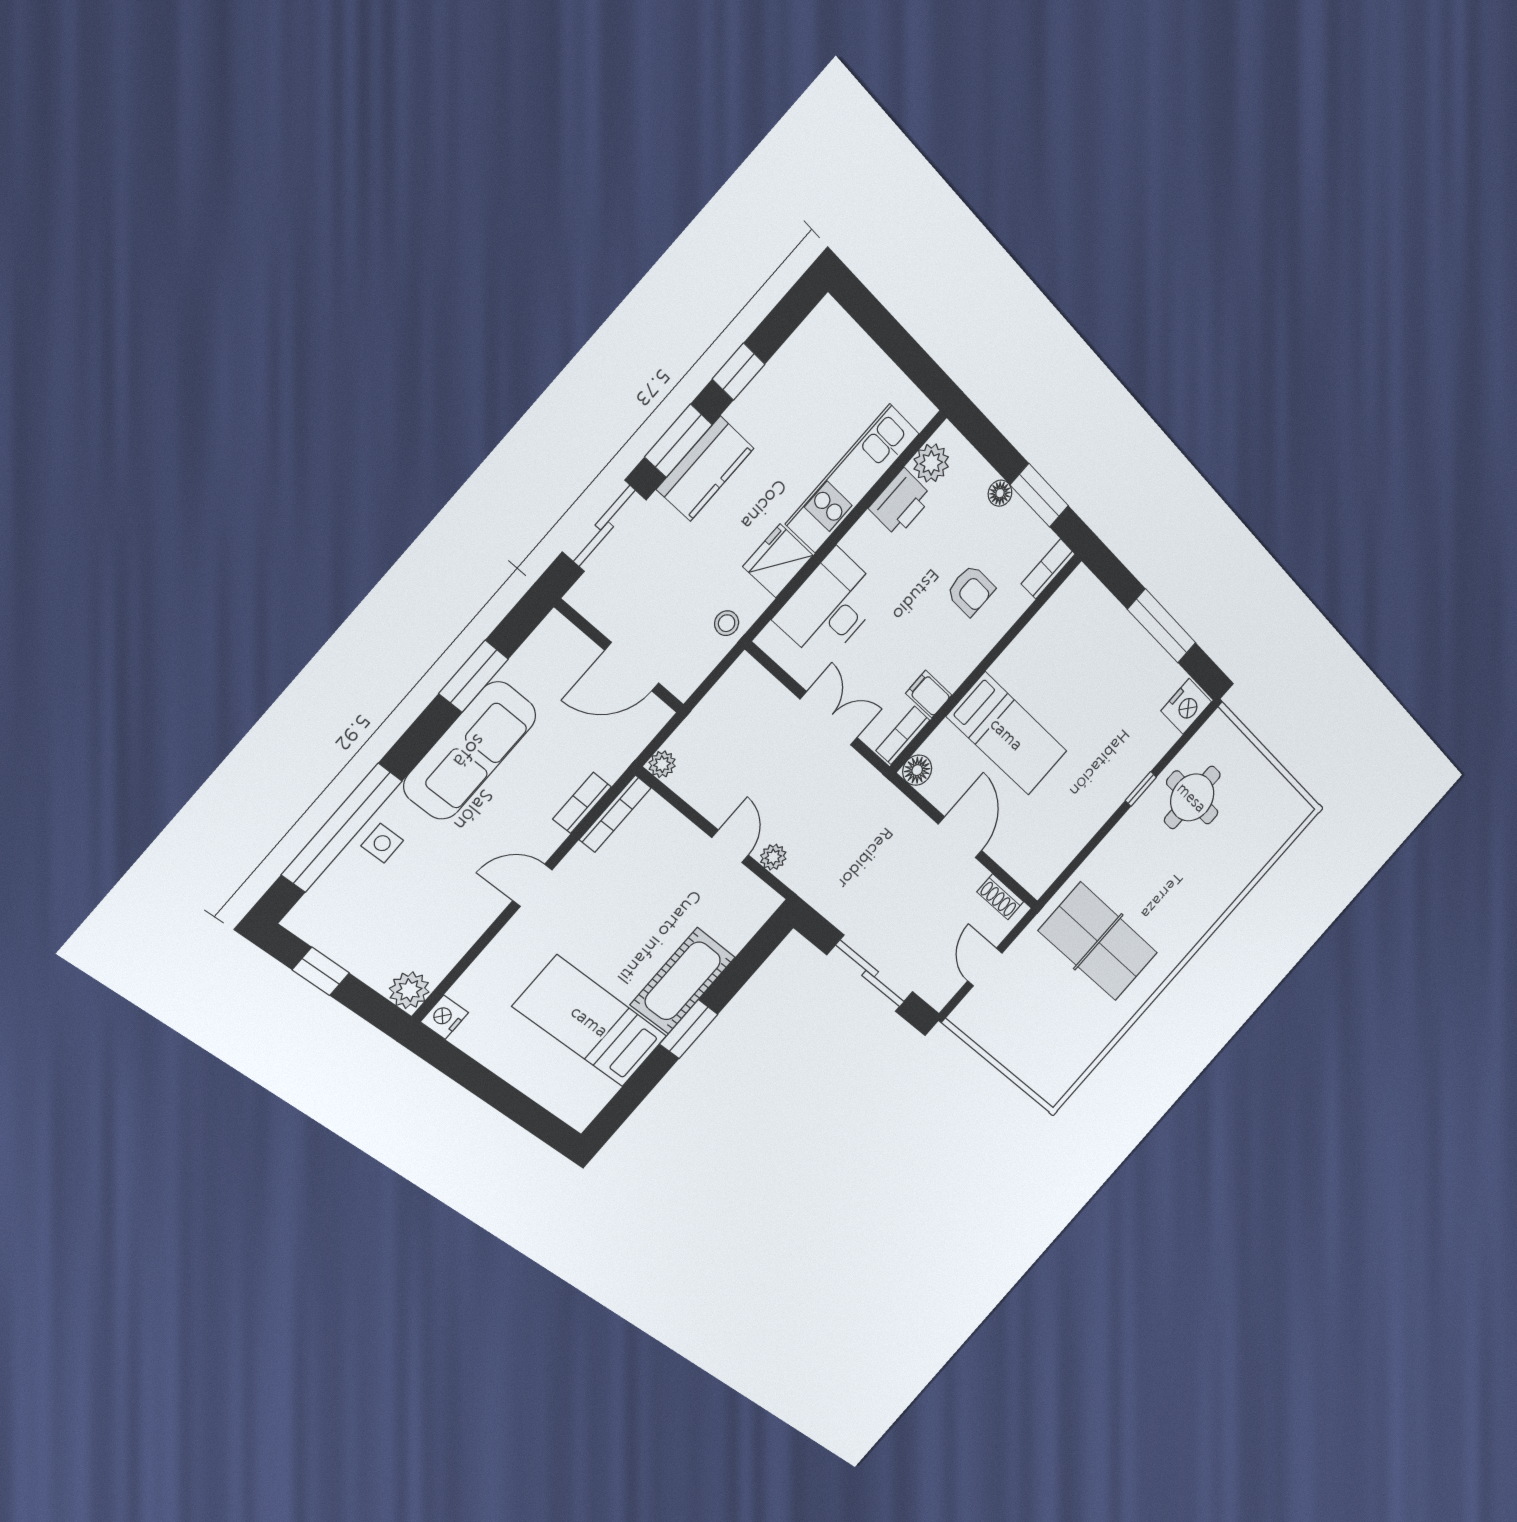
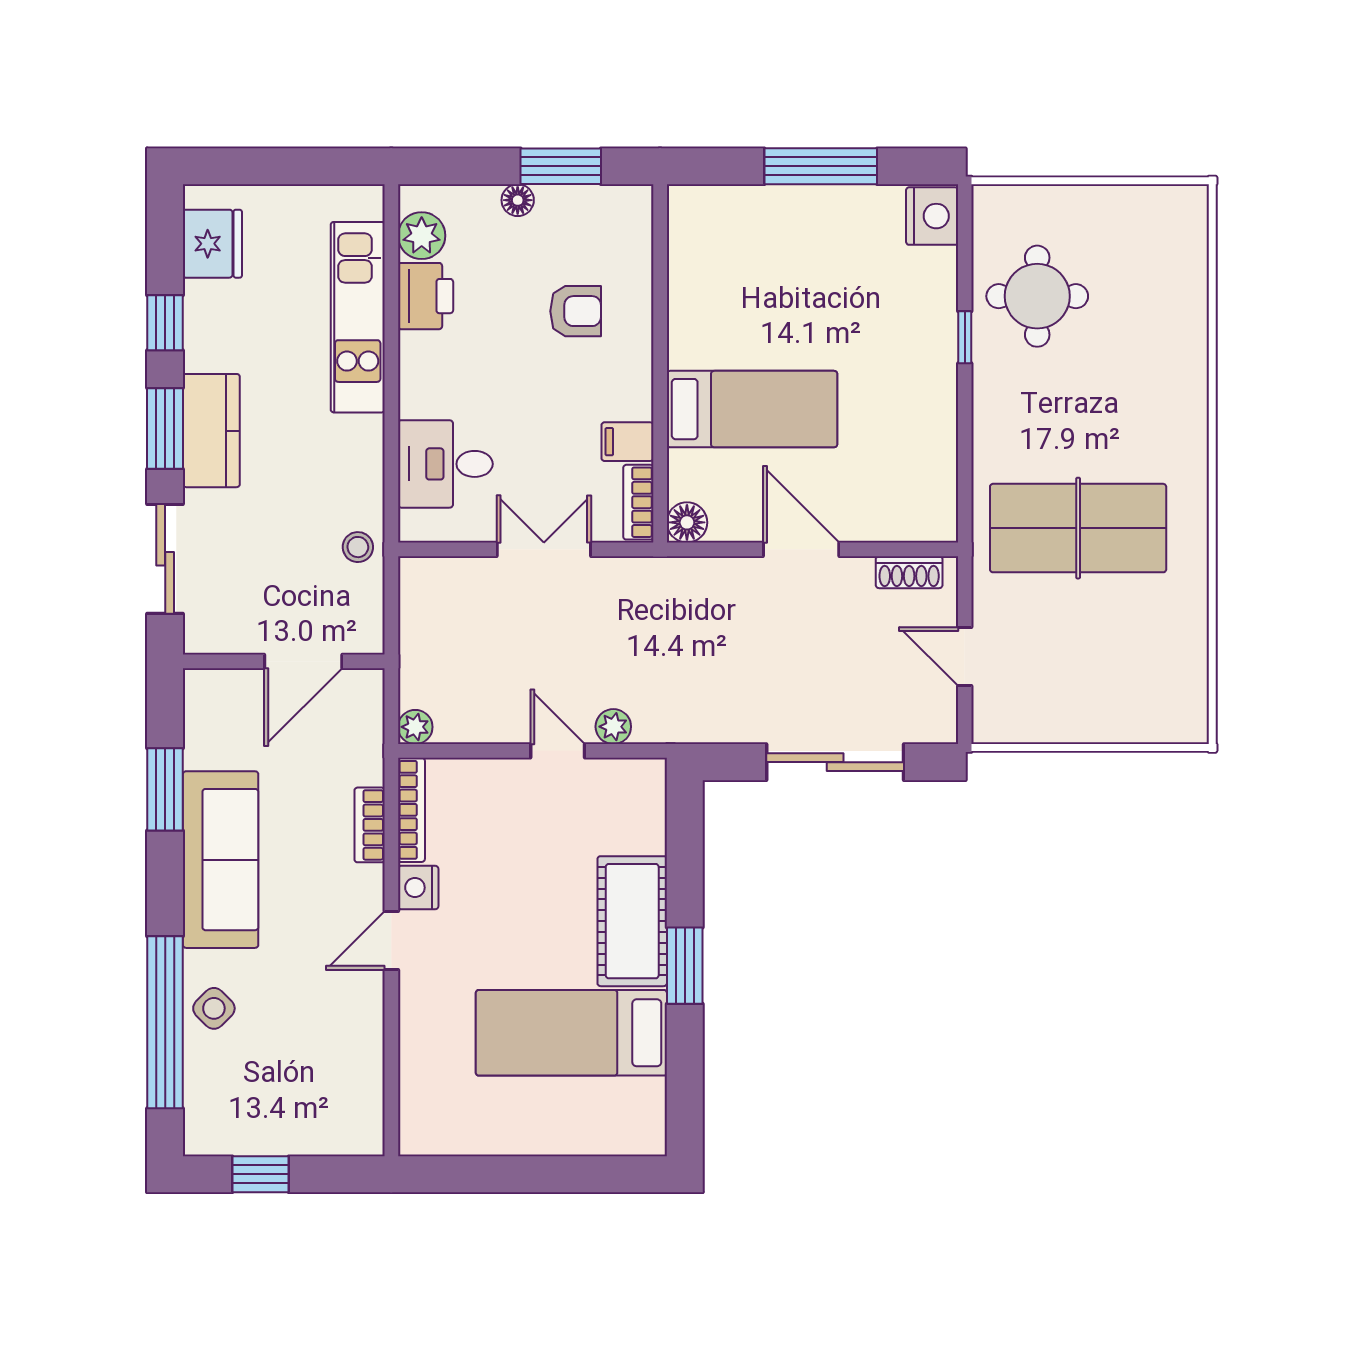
fridge: (778, 561) -> (212, 244), moved, turned 180
bookcase: (1048, 569) -> (638, 222), removed
desk: (830, 607) -> (445, 464), width x0.73
side table: (382, 843) -> (214, 1008), turned 45
plant: (409, 990) -> (360, 1132), removed
nightstand: (444, 1017) -> (418, 888), moved

